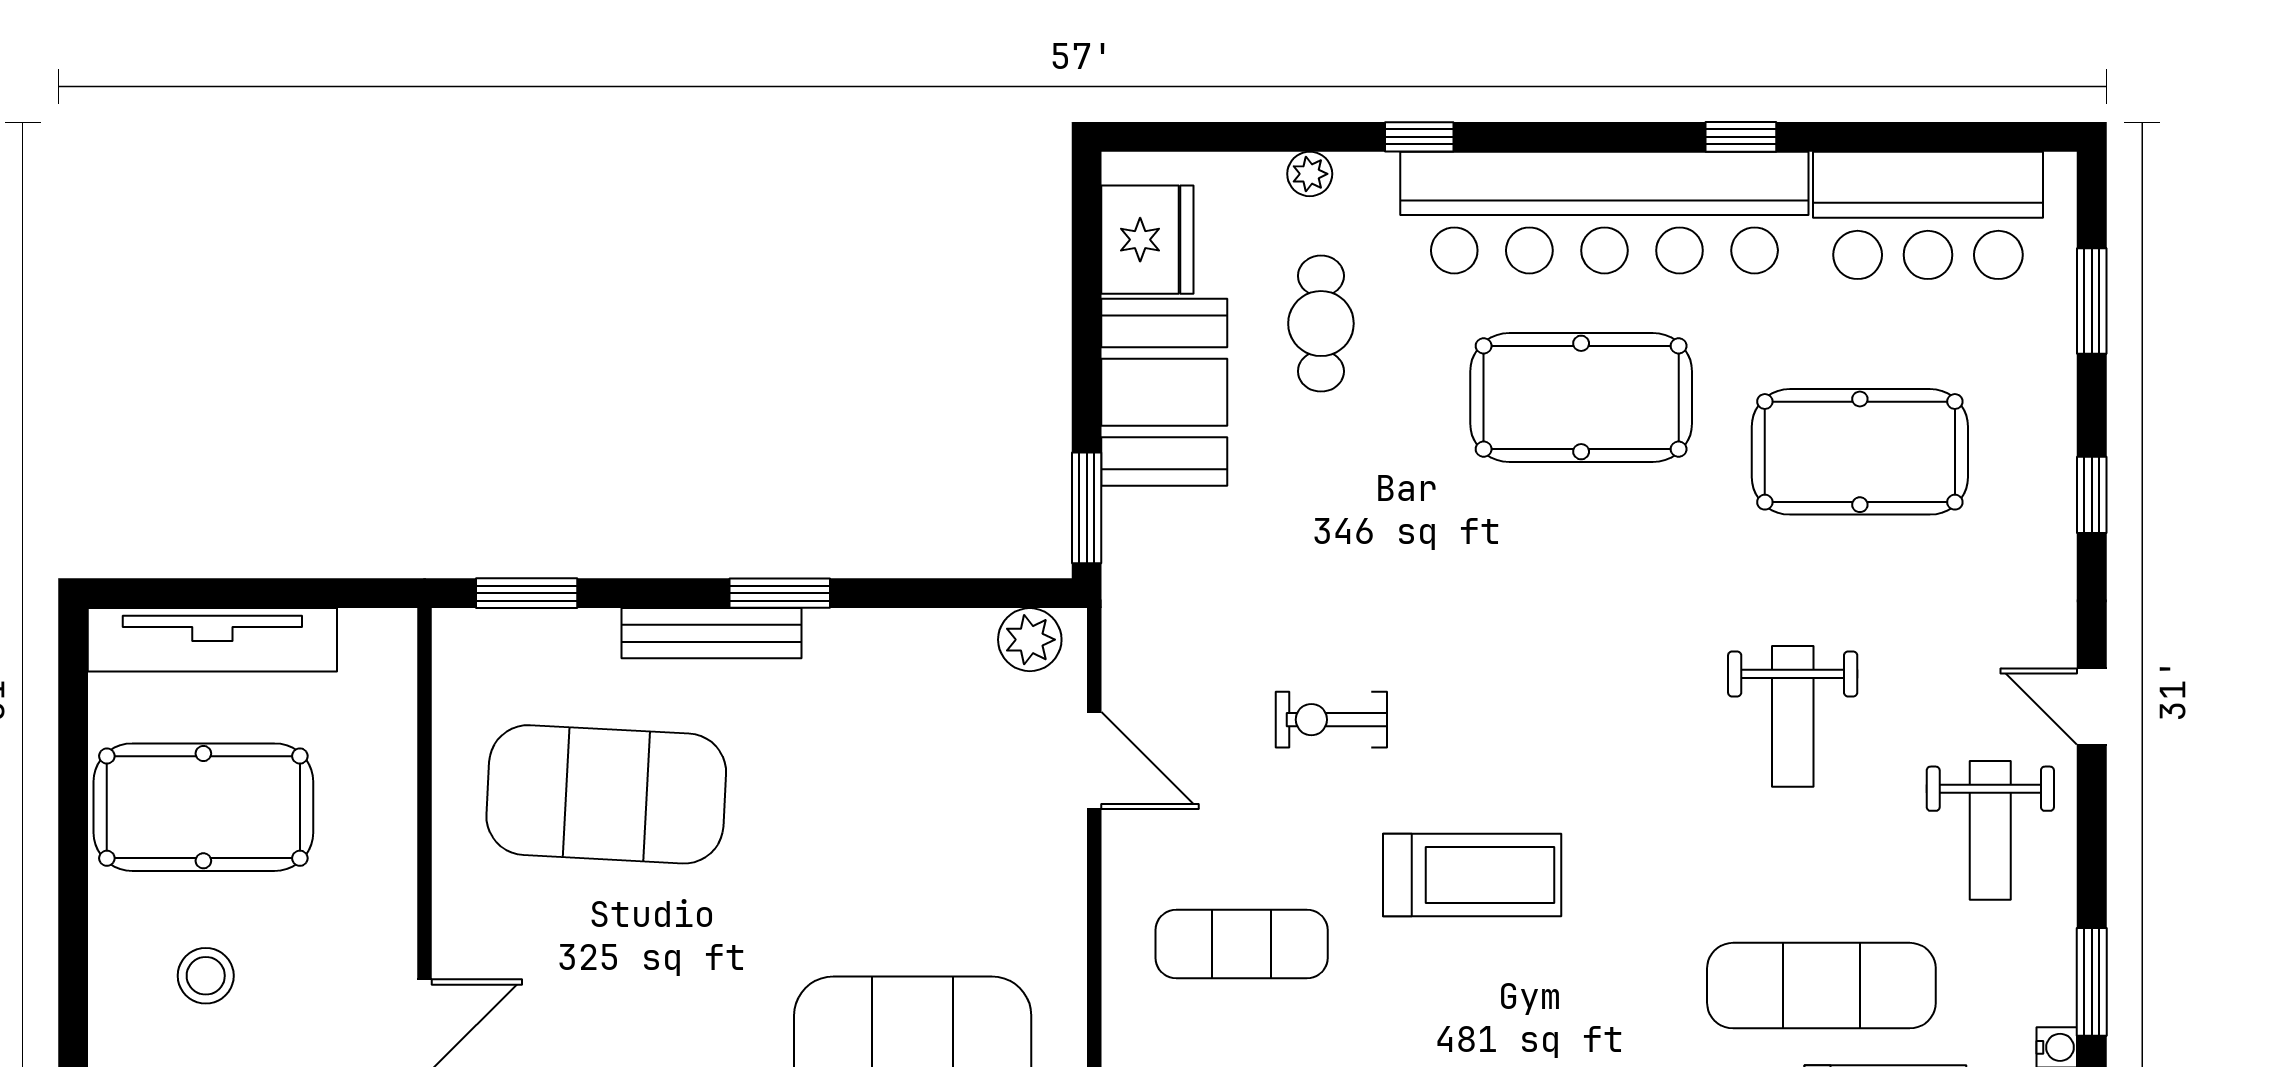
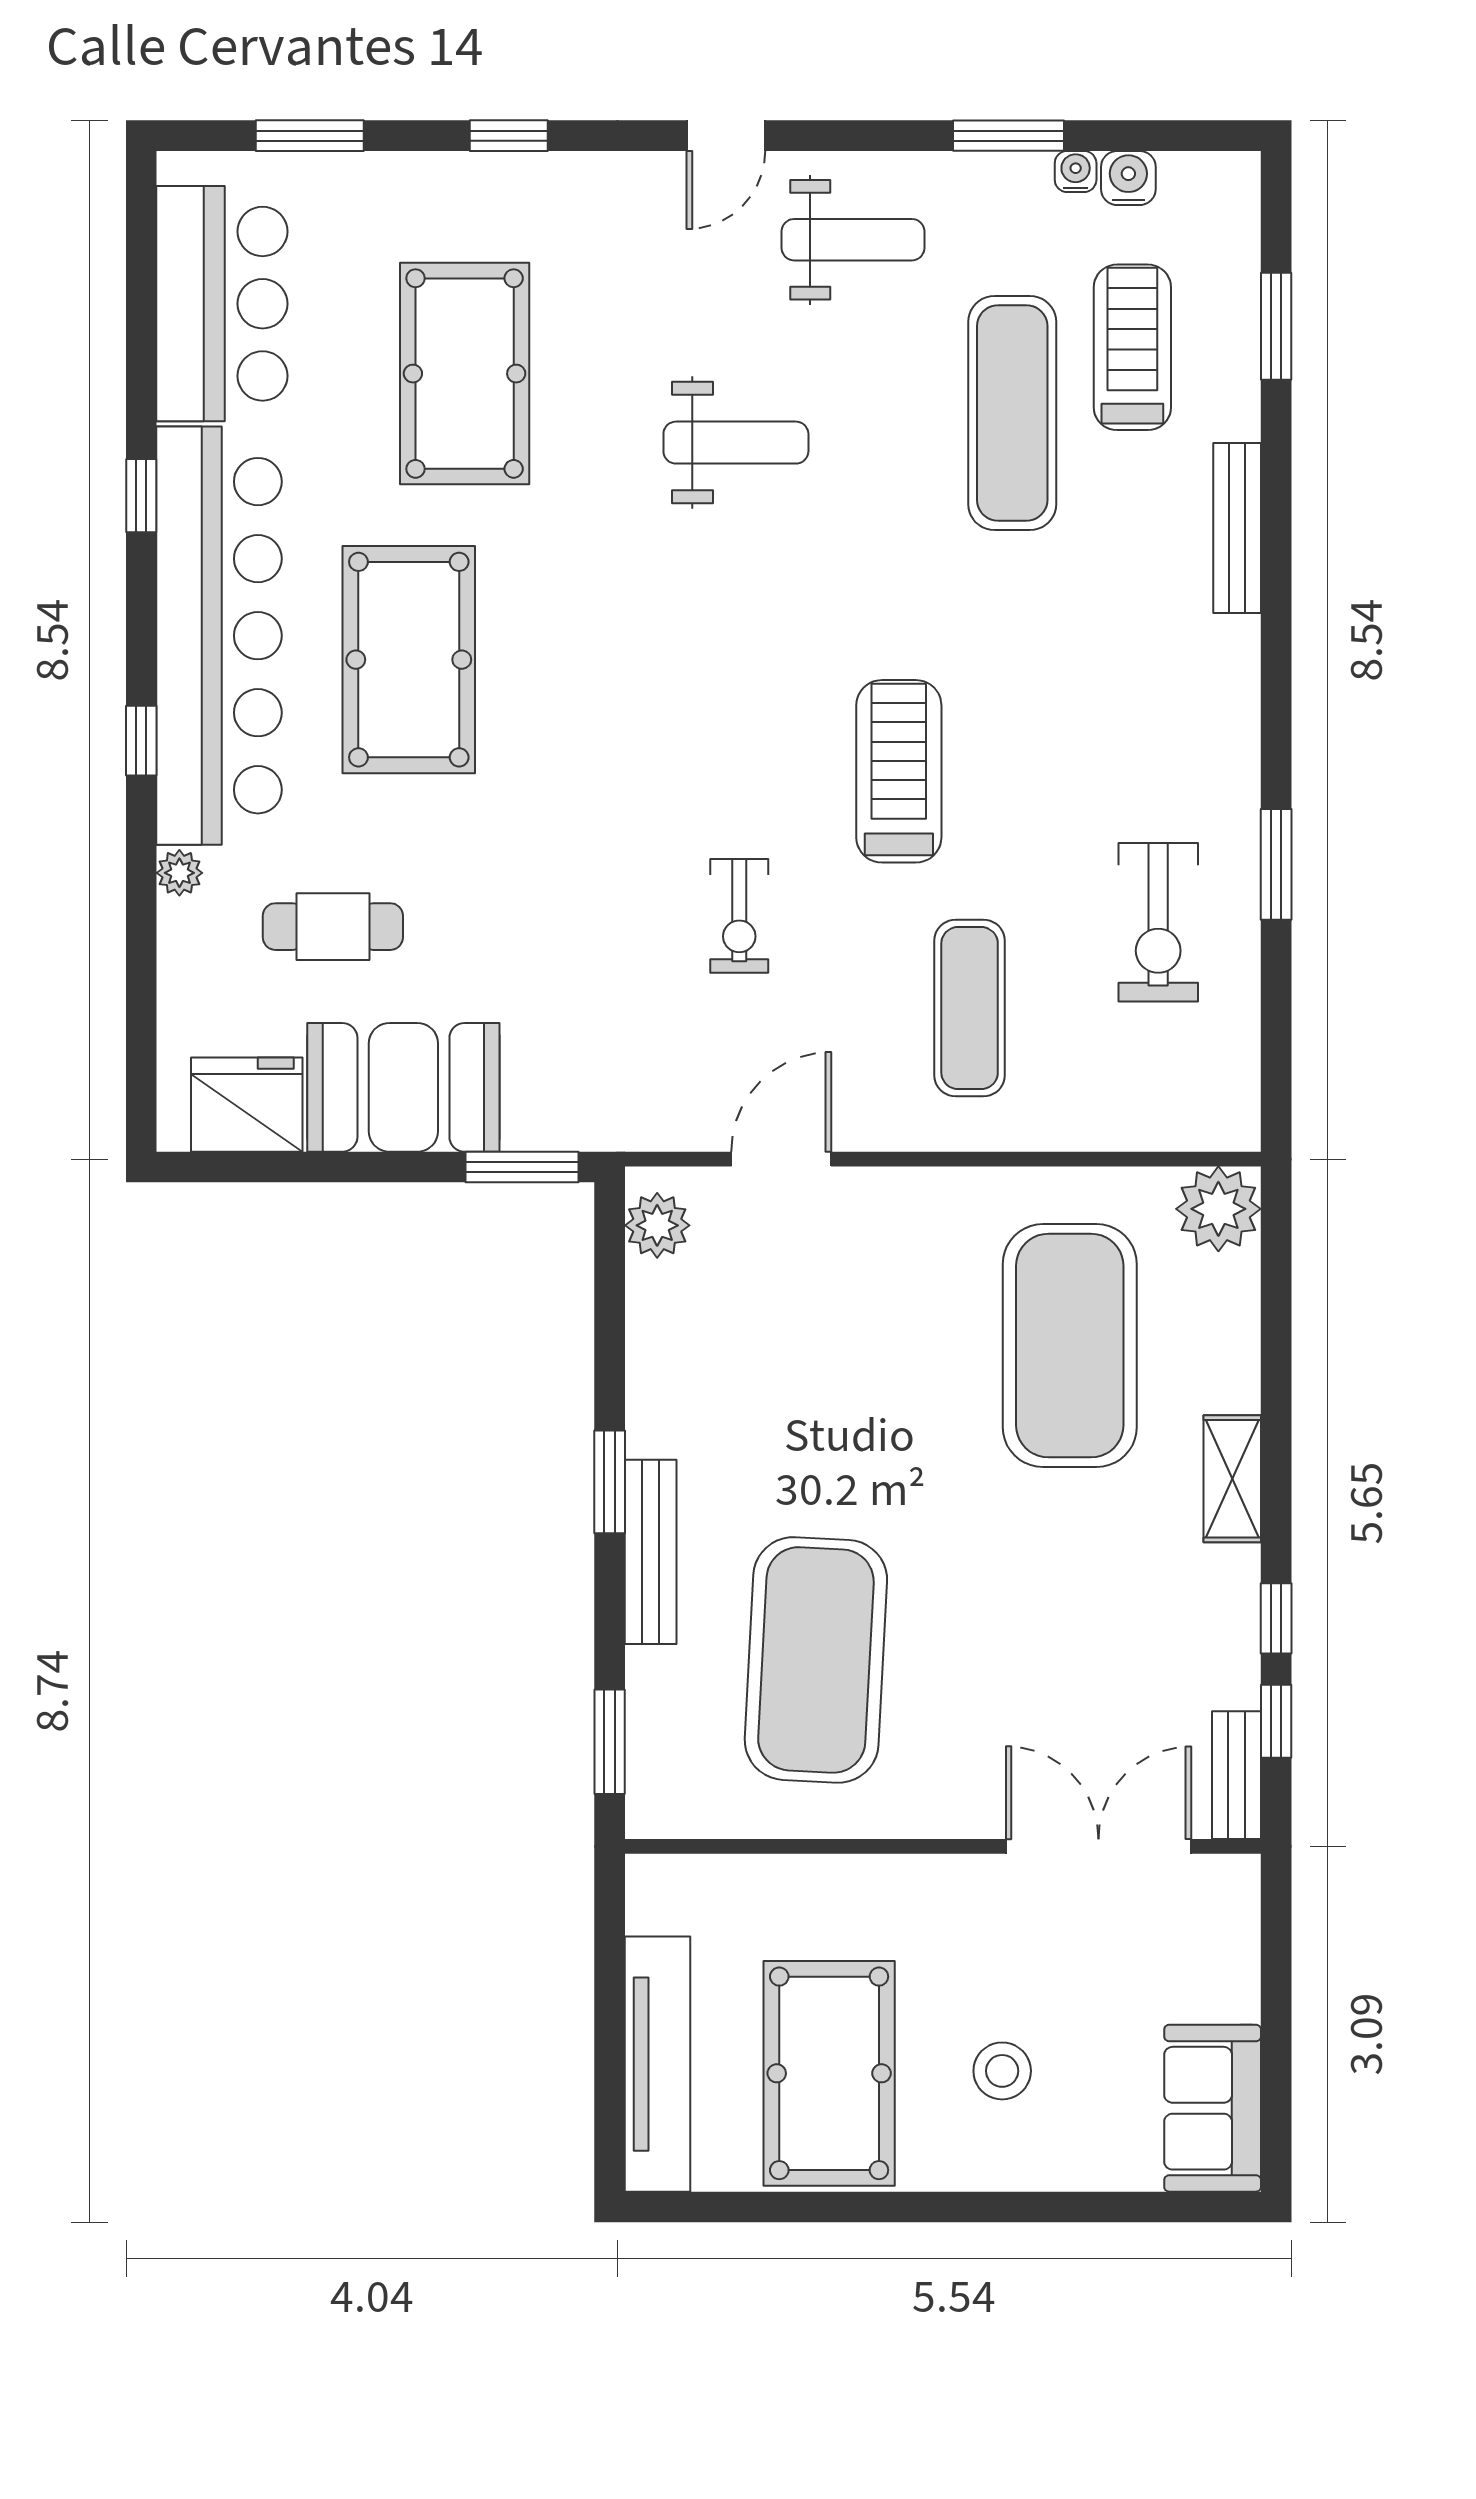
window: (1419, 137) -> (141, 741), moved
plant: (1310, 174) -> (179, 873), moved

